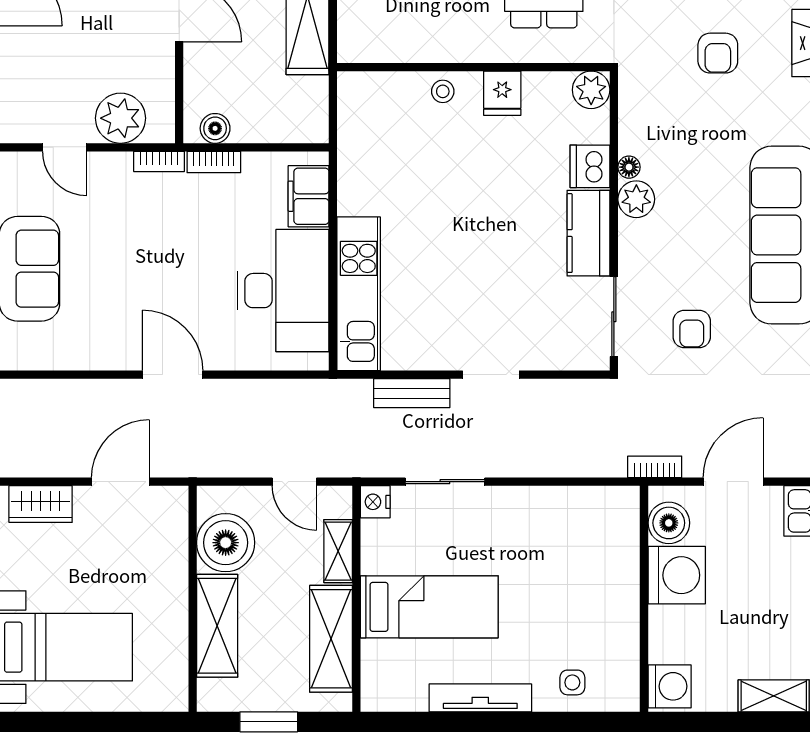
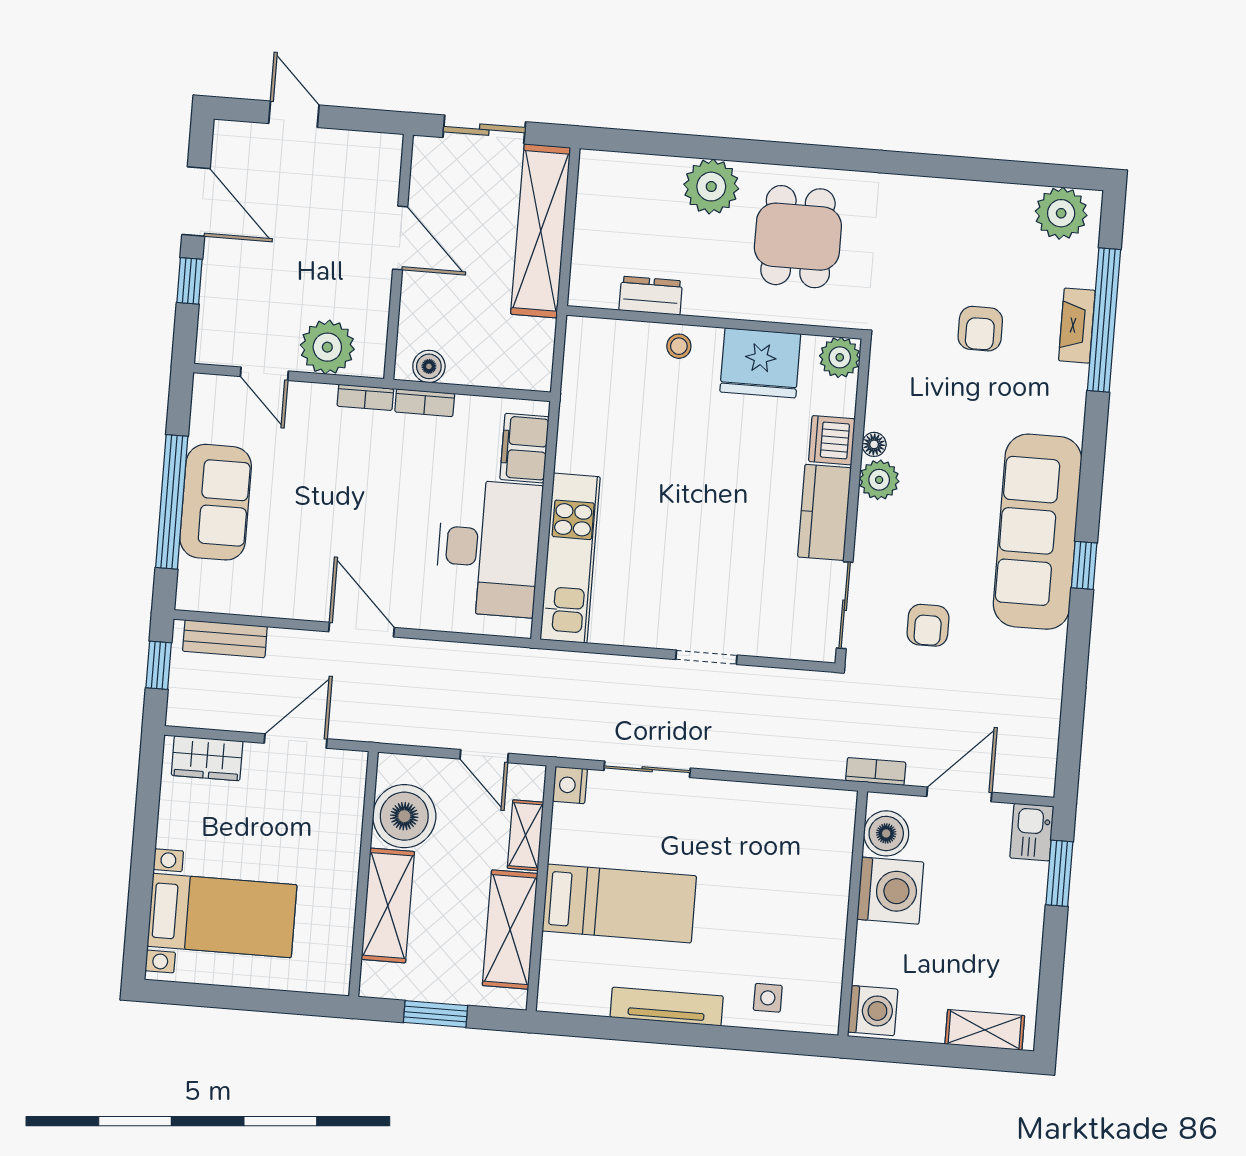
dresser: (413, 47) -> (651, 296), added
fridge: (502, 93) -> (760, 363), width x1.88, depth x1.34
bench: (412, 393) -> (225, 639), moved

